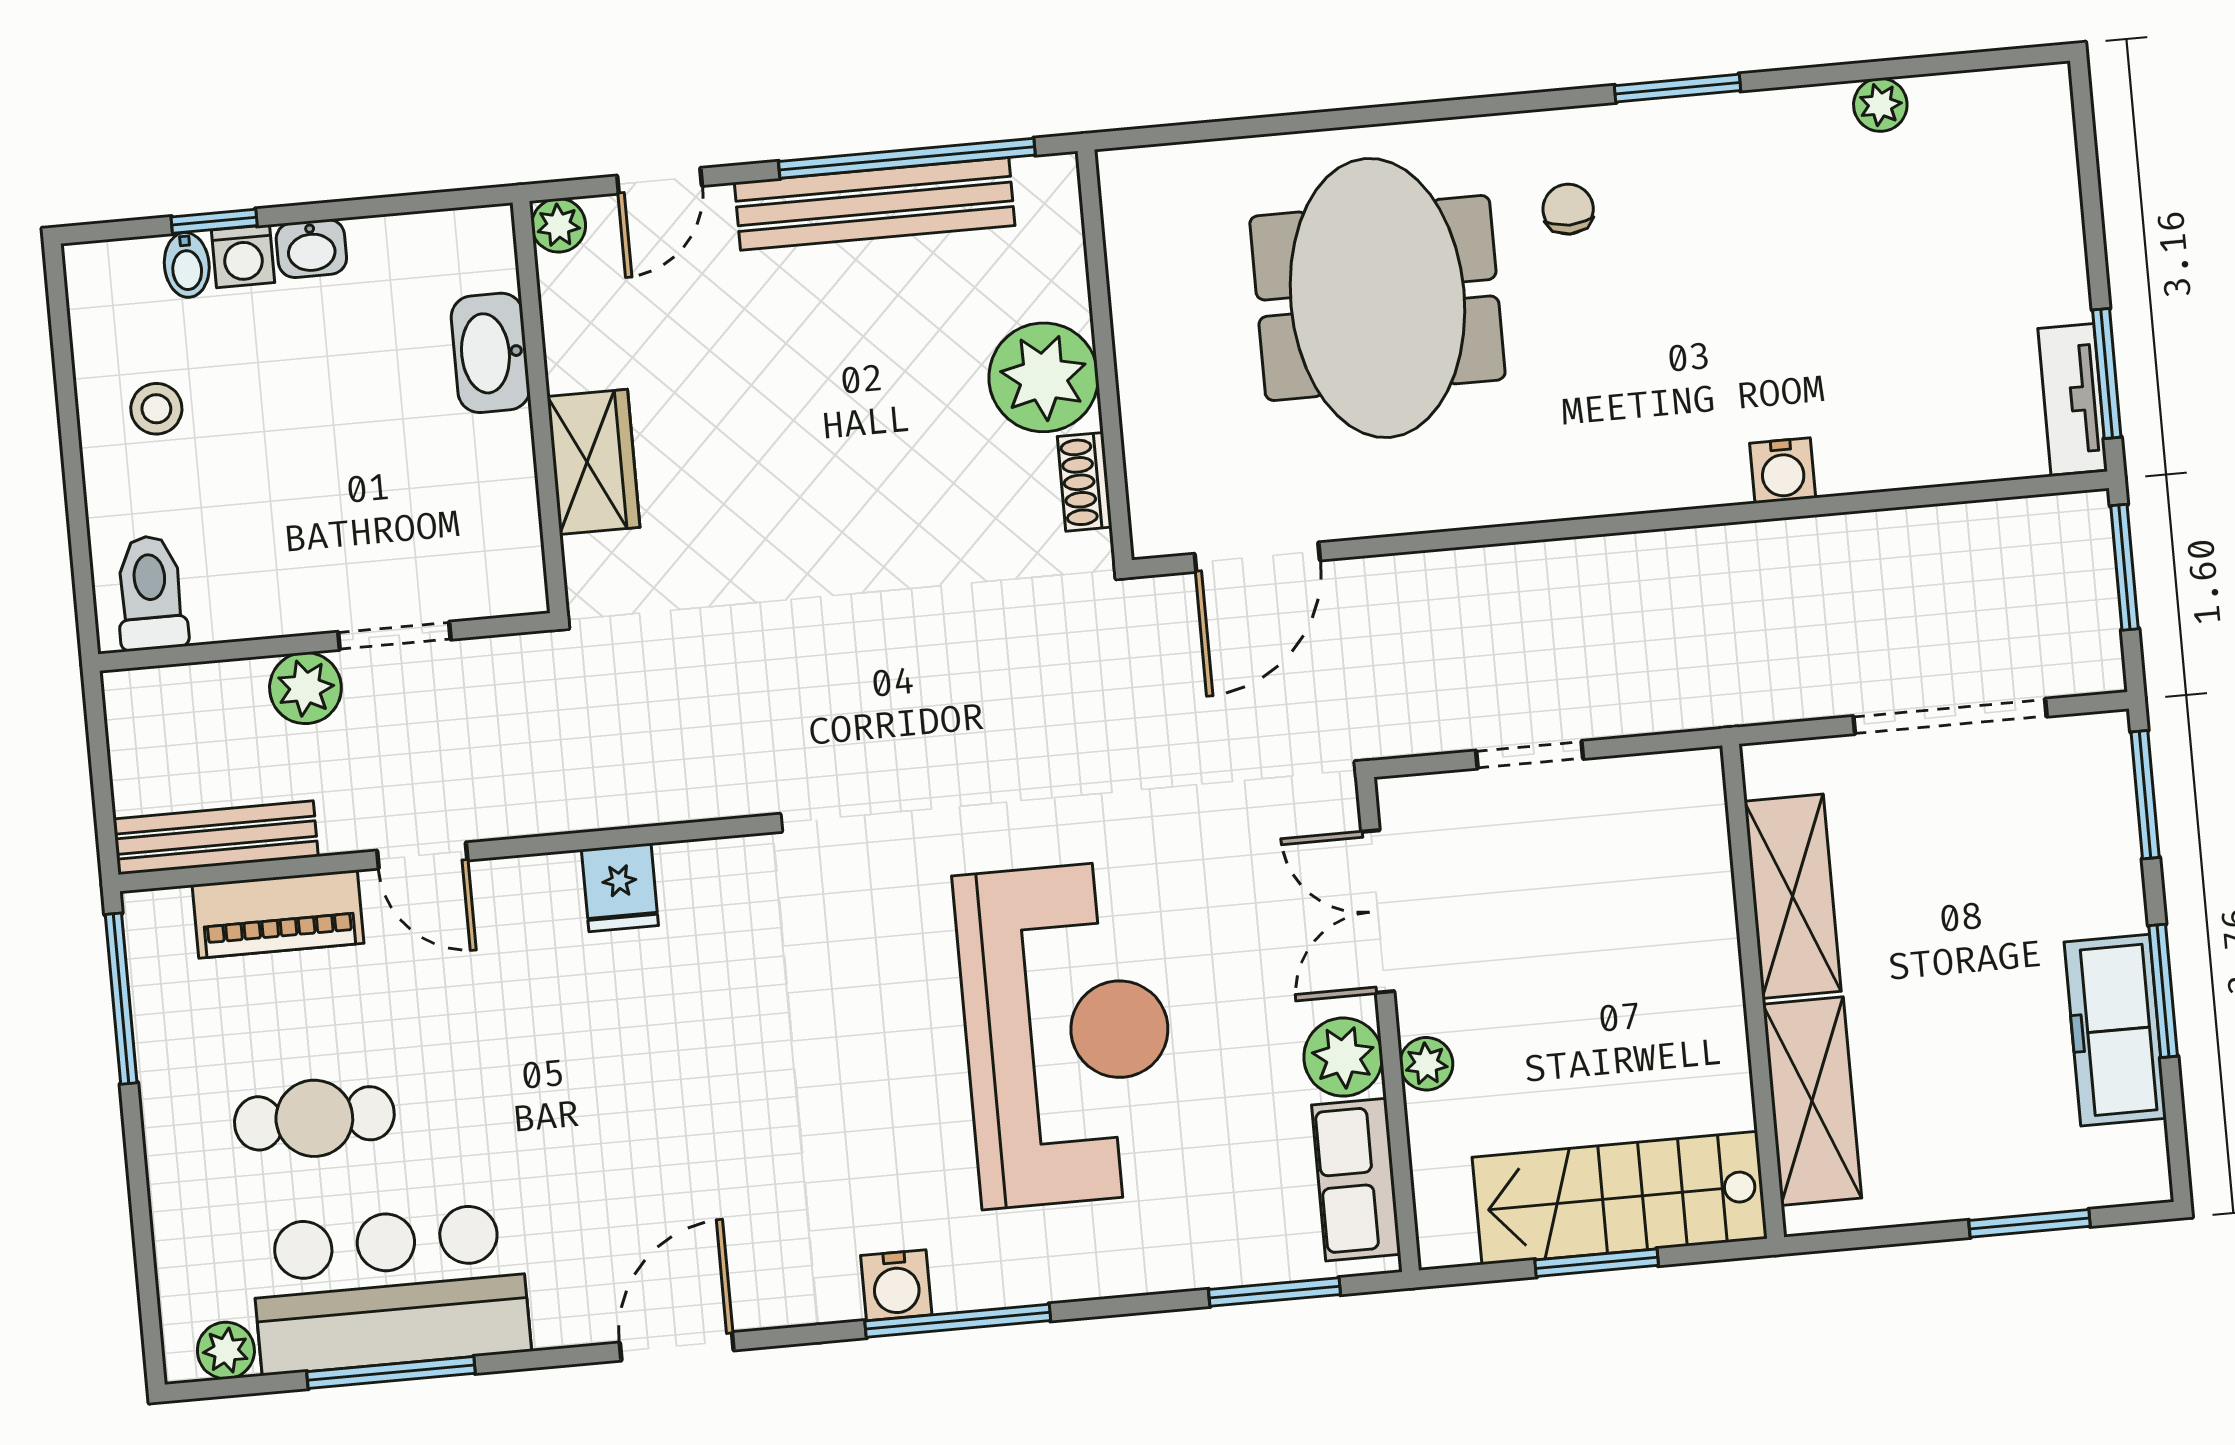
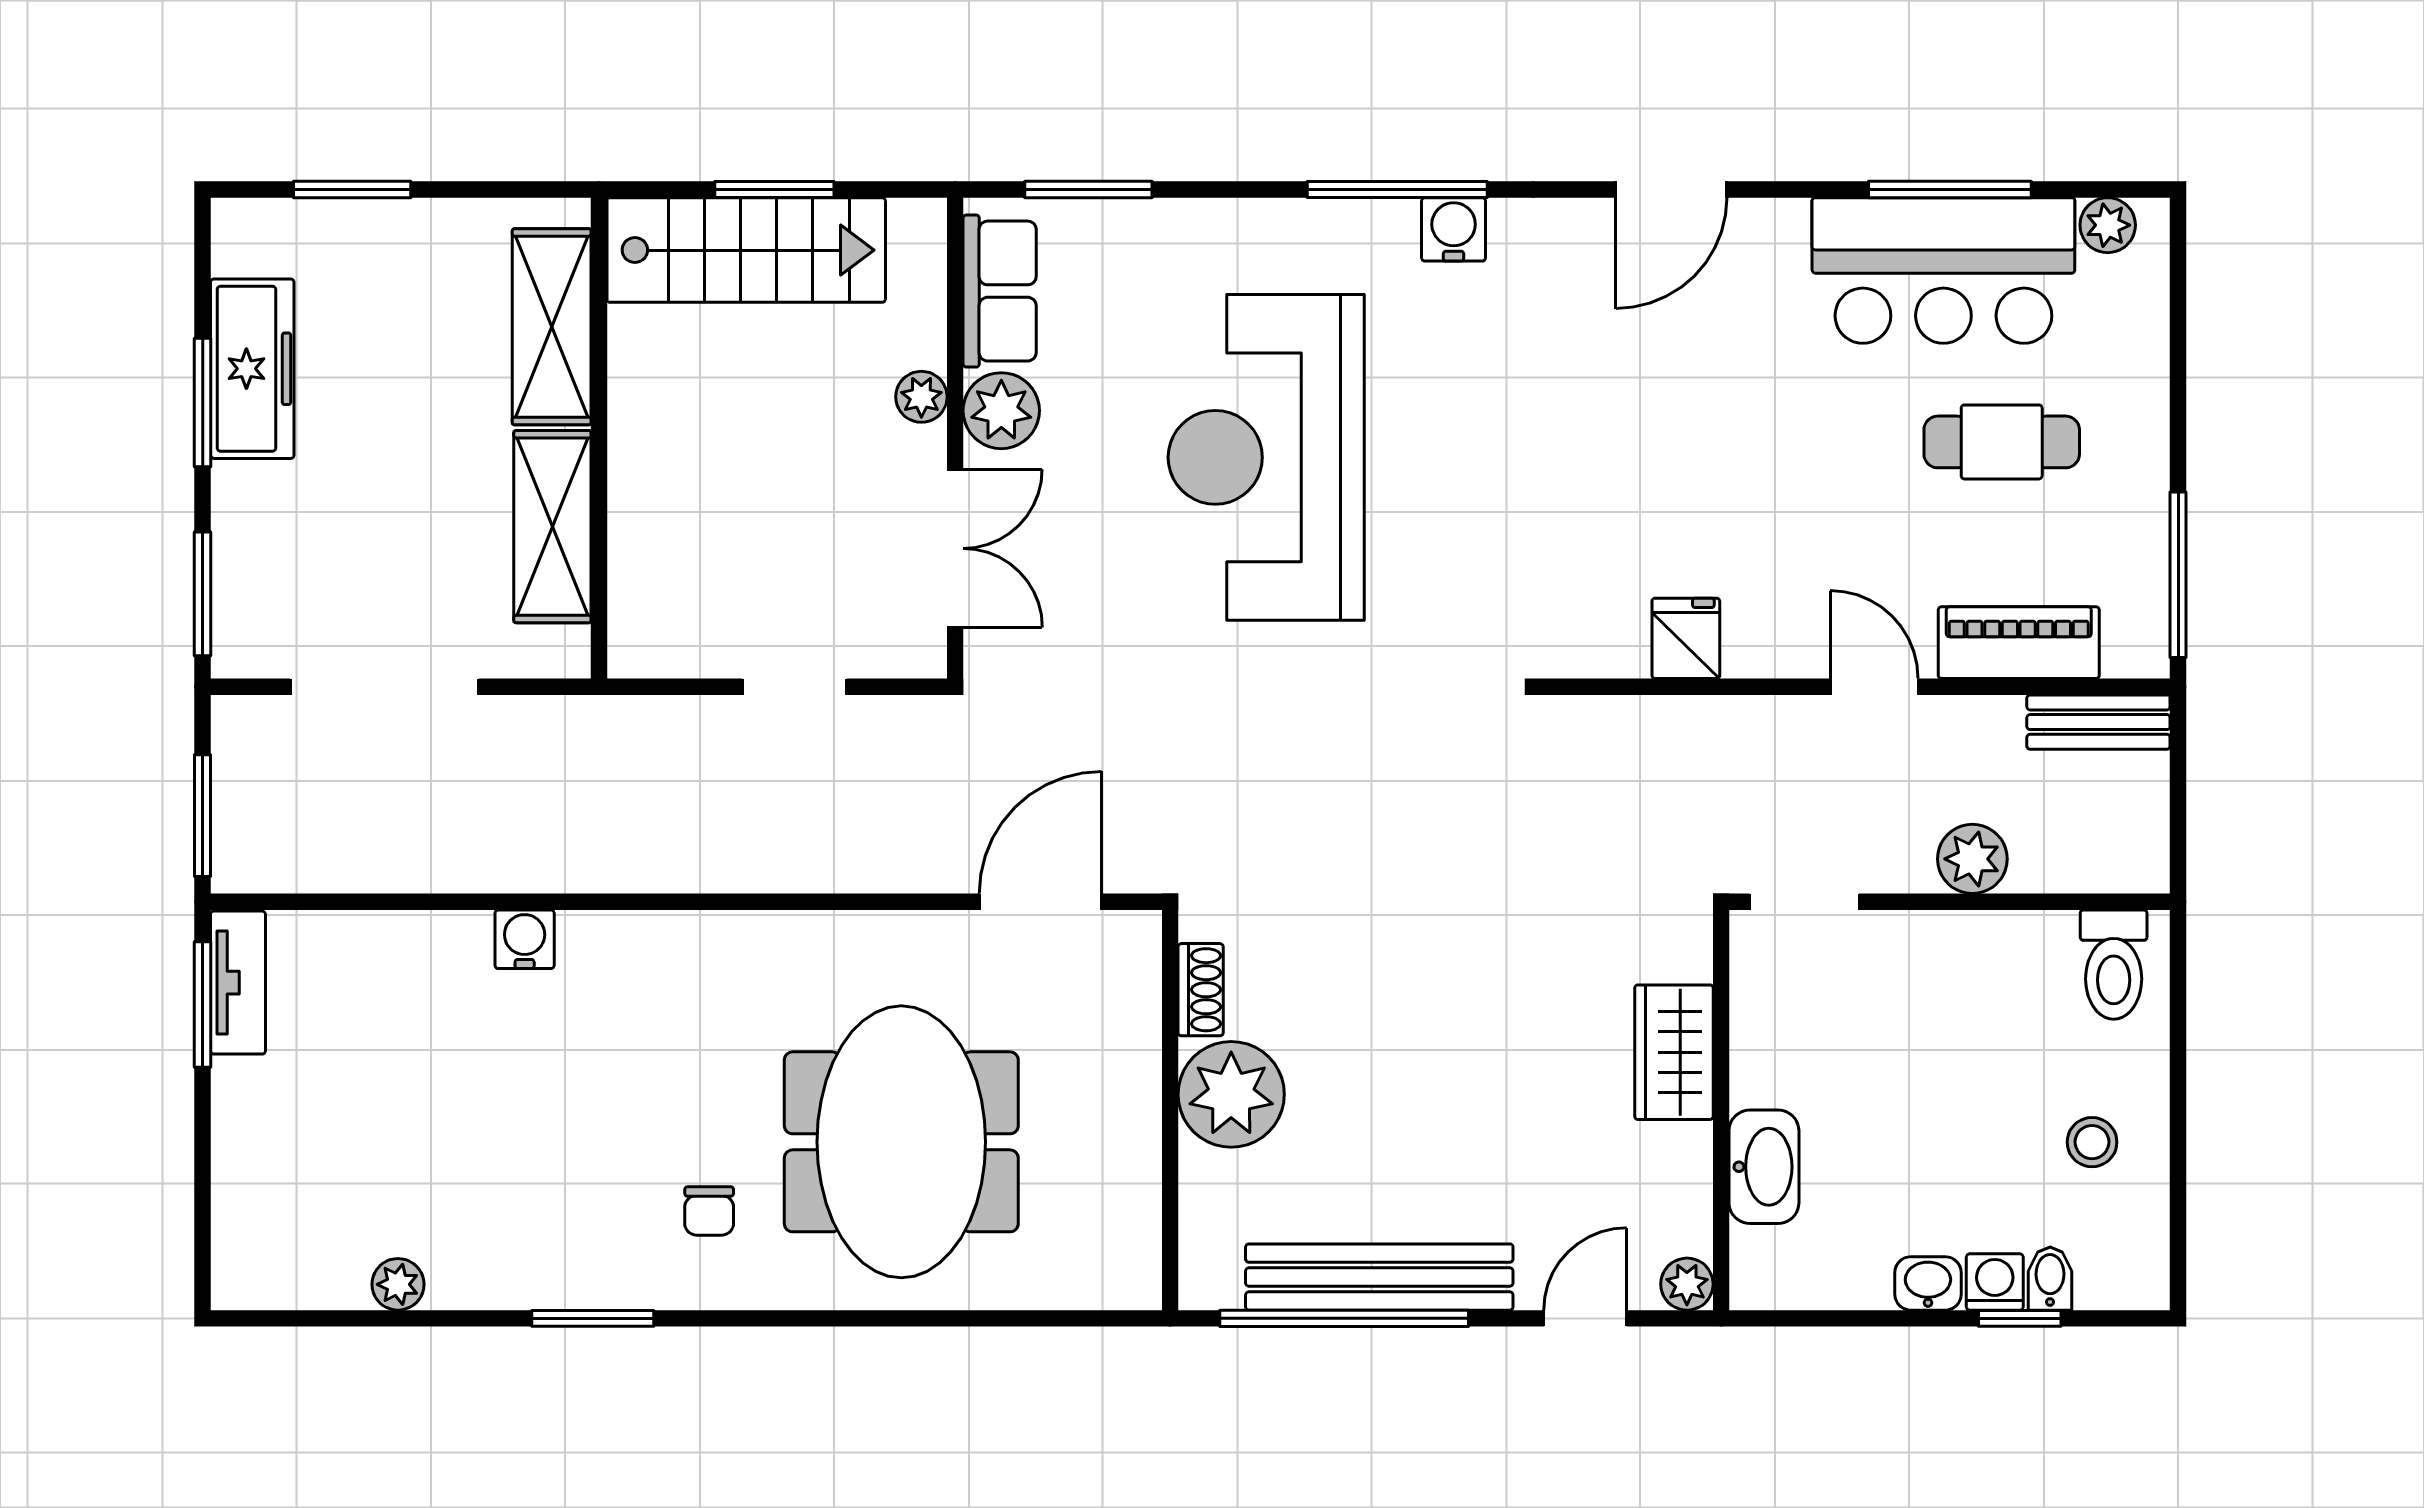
doorway: (394, 636) -> (1804, 902), moved
bench: (216, 838) -> (2098, 722), width x0.73

